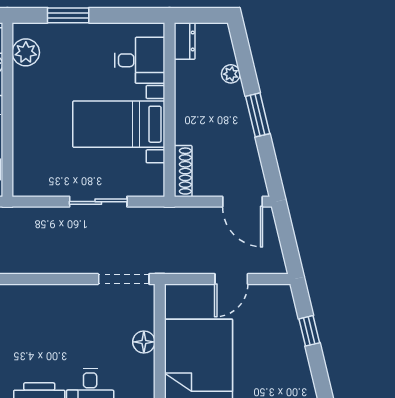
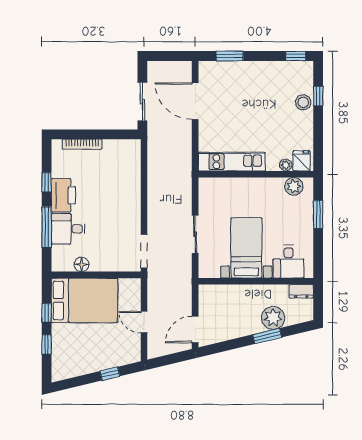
plant: (231, 74) -> (273, 318), width x1.87, depth x1.87
window: (258, 115) -> (267, 336), moved
shoe rack: (183, 171) -> (215, 290), removed
floor lamp: (144, 342) -> (82, 264), moved

